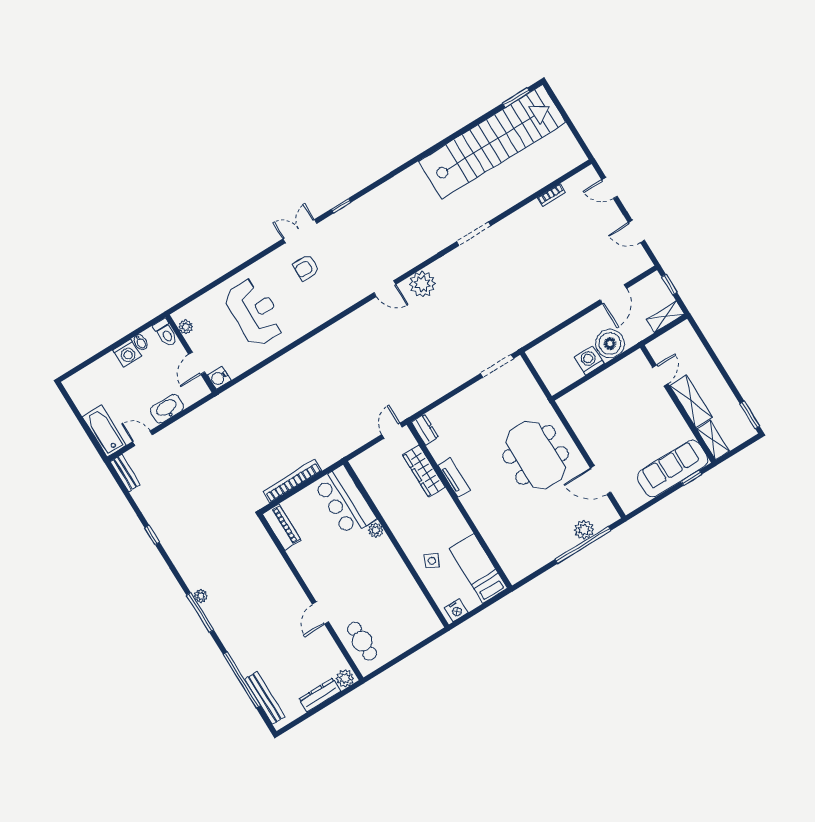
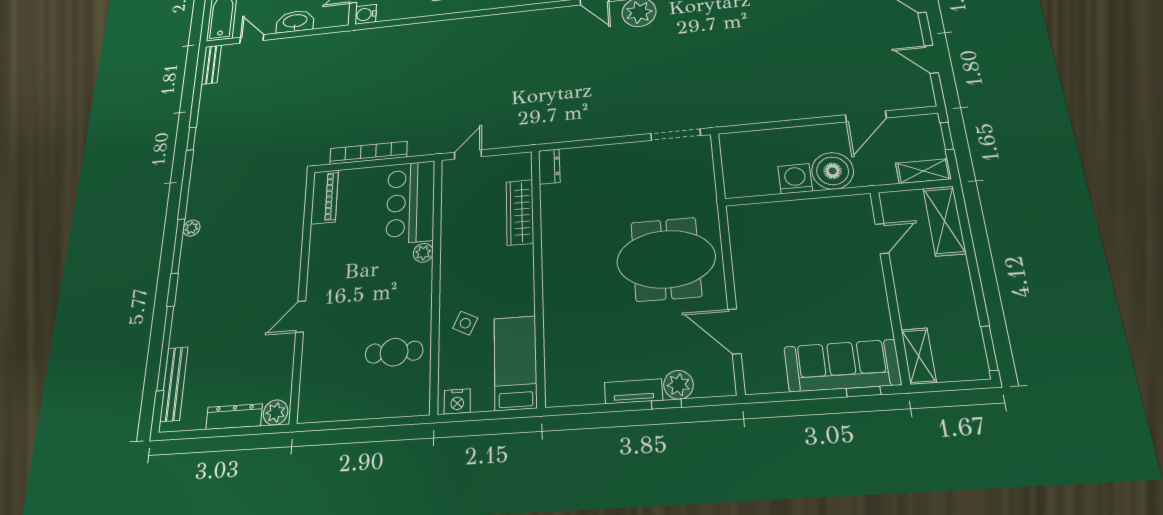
shelving: (691, 401) -> (944, 221), moved
door: (392, 431) -> (468, 154), moved
meeting table: (536, 455) -> (666, 259), turned 90
tv unit: (454, 478) -> (633, 391), moved, turned -90
window: (583, 545) -> (666, 404), width x0.32
cafe table: (362, 641) -> (394, 352), moved, turned 90

